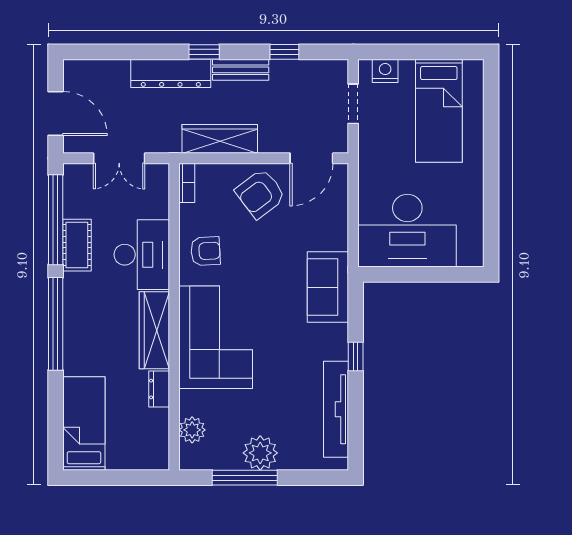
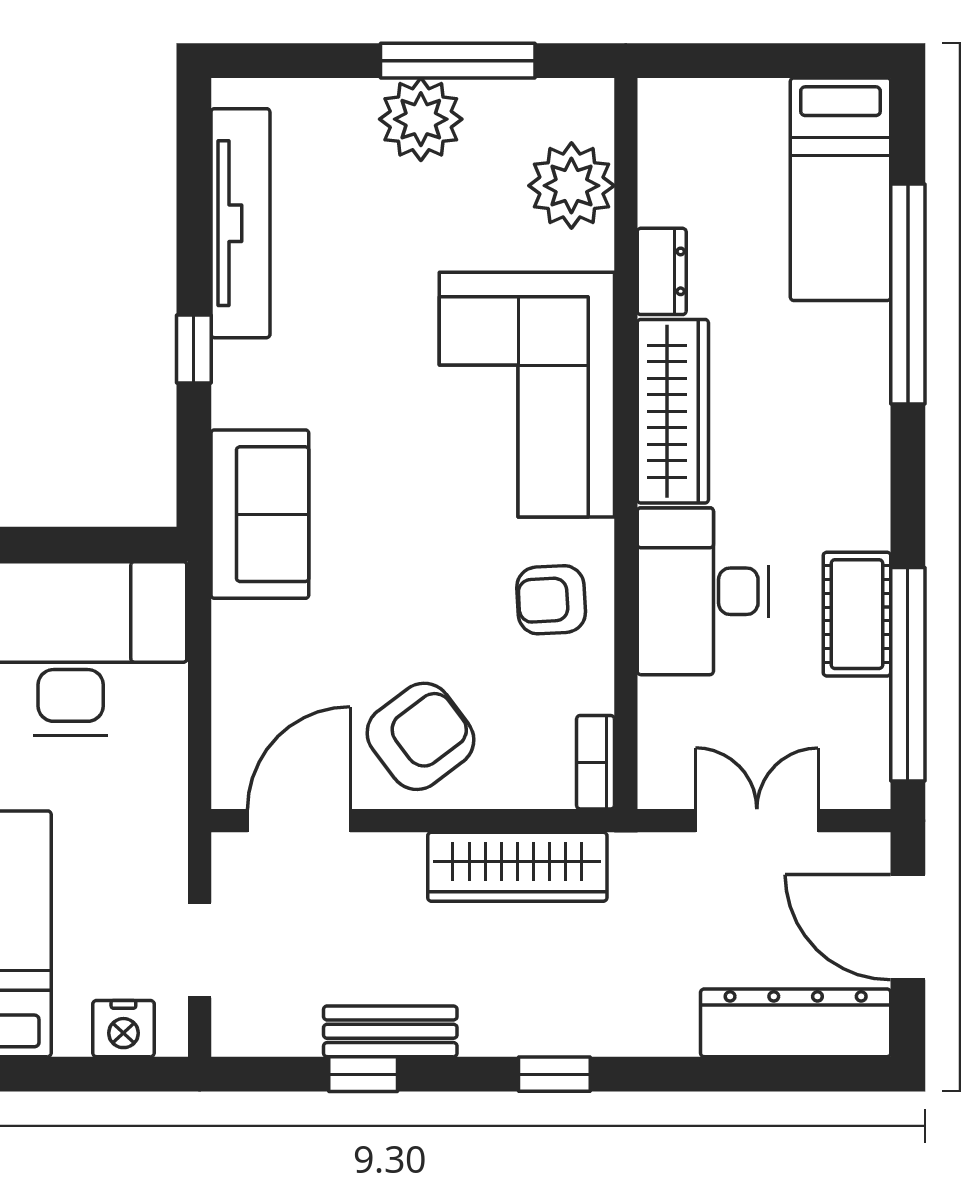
bench: (241, 70) -> (390, 1031), moved
dresser: (171, 73) -> (796, 1023), moved
window: (56, 324) -> (908, 294), moved
plant: (192, 430) -> (571, 186), width x1.36, depth x1.36

